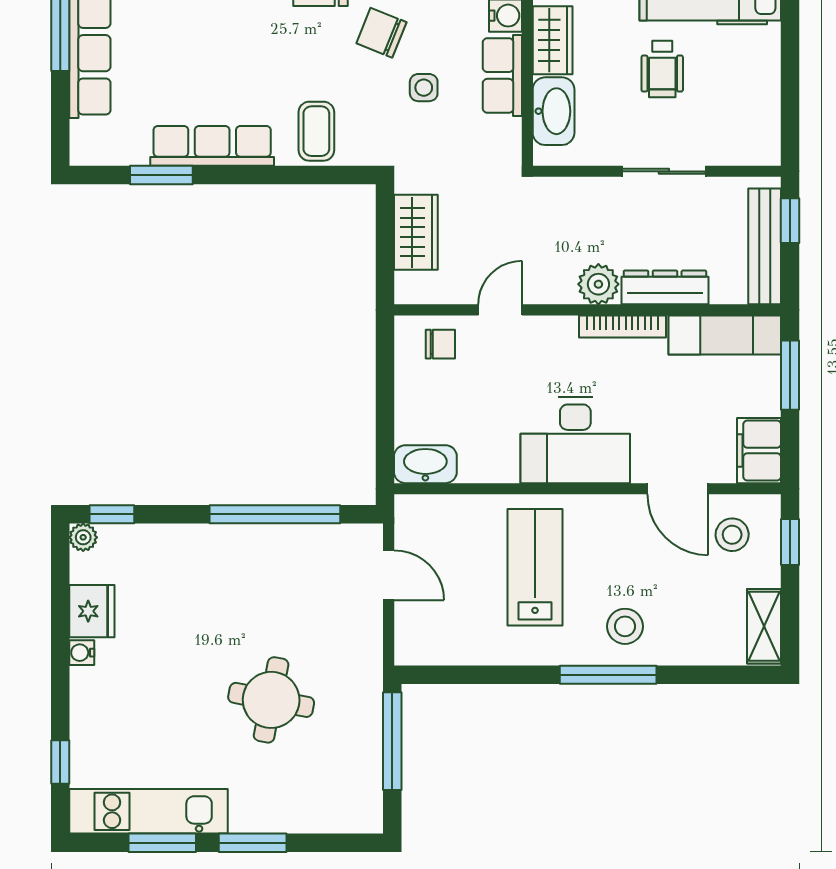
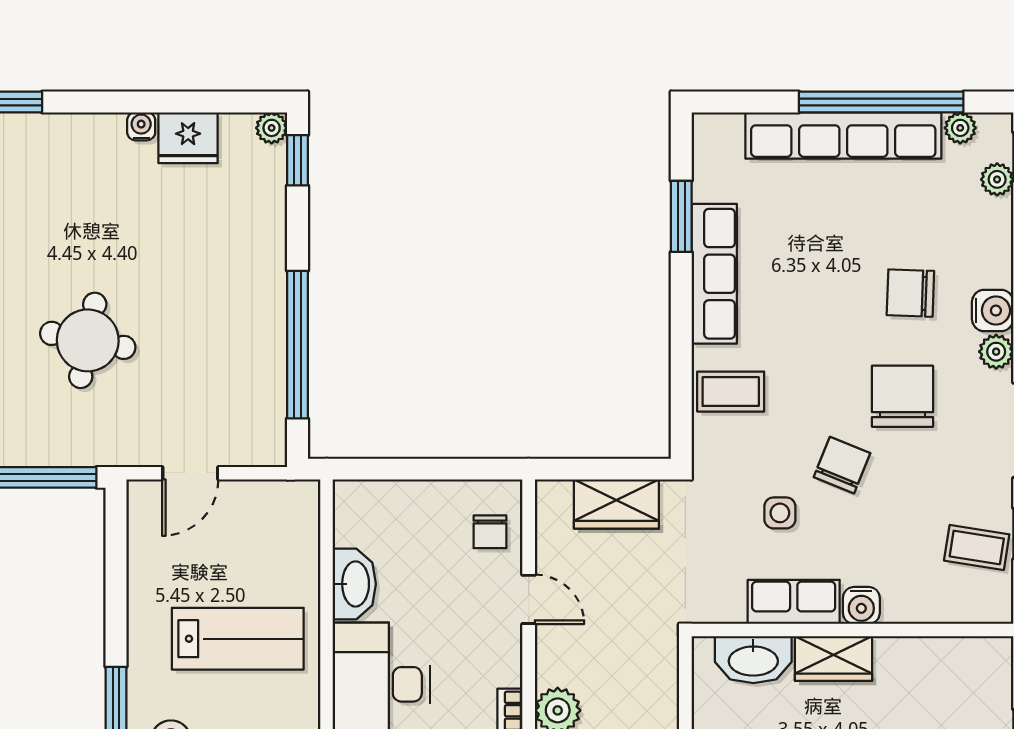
washbasin: (425, 464) -> (354, 584), moved
door: (389, 575) -> (190, 473), moved

